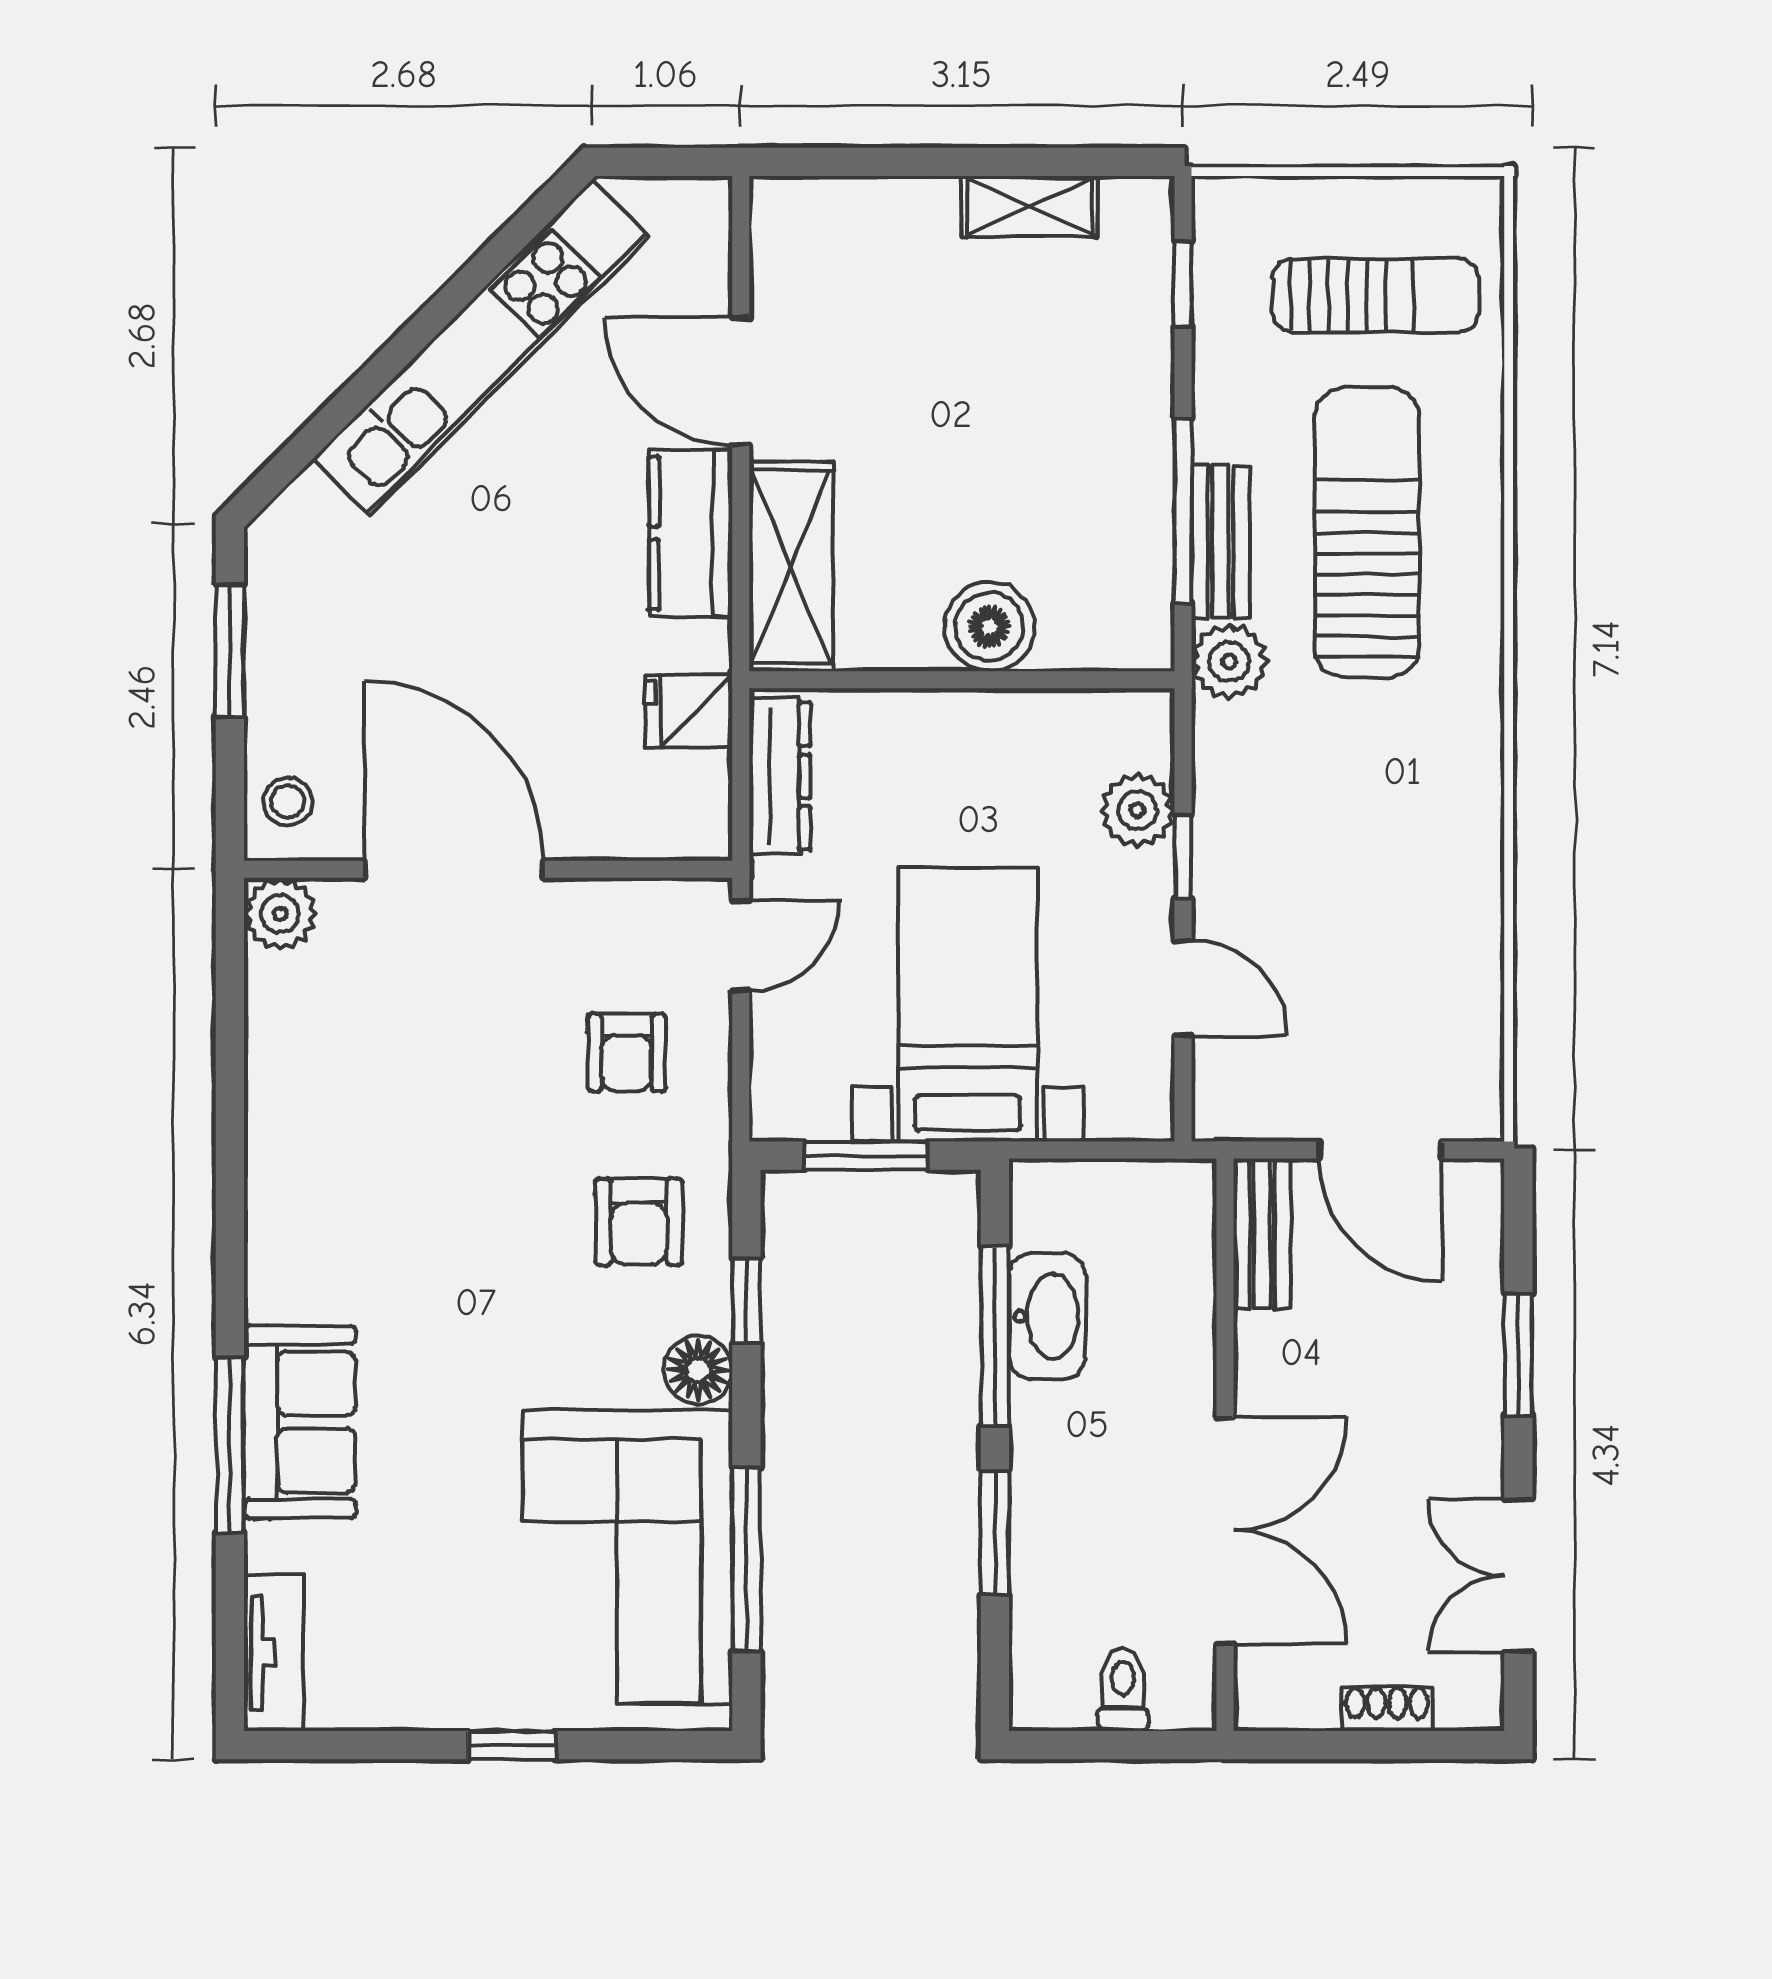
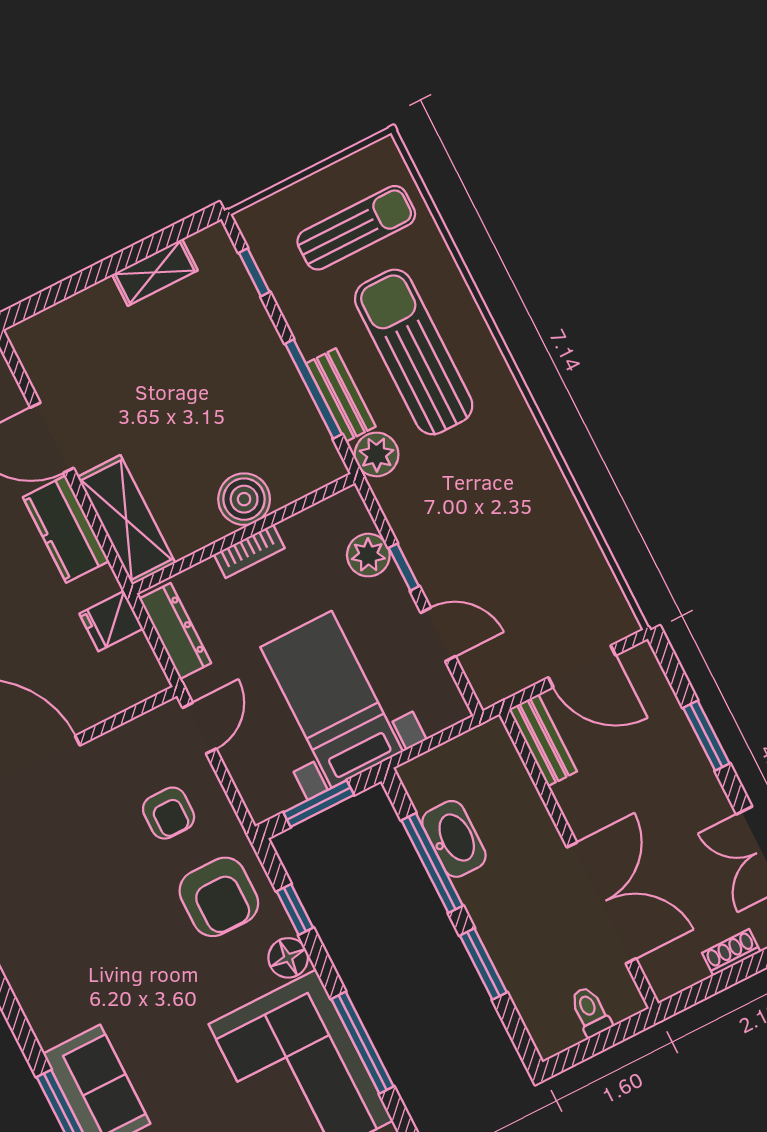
bookcase: (957, 711) -> (249, 551), added
armchair: (639, 1222) -> (219, 897), width x1.38, depth x1.38

